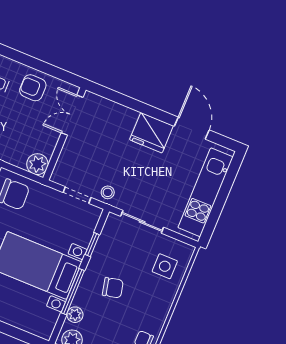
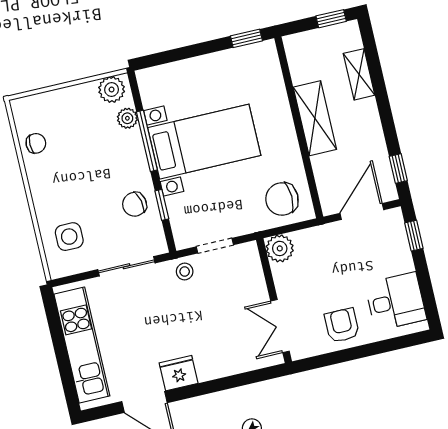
armchair: (33, 88) -> (342, 325), turned -90
double door: (72, 115) -> (280, 326), swing flipped
fridge: (151, 133) -> (179, 373), width x0.73, depth x0.75
chair: (113, 288) -> (135, 204), moved

